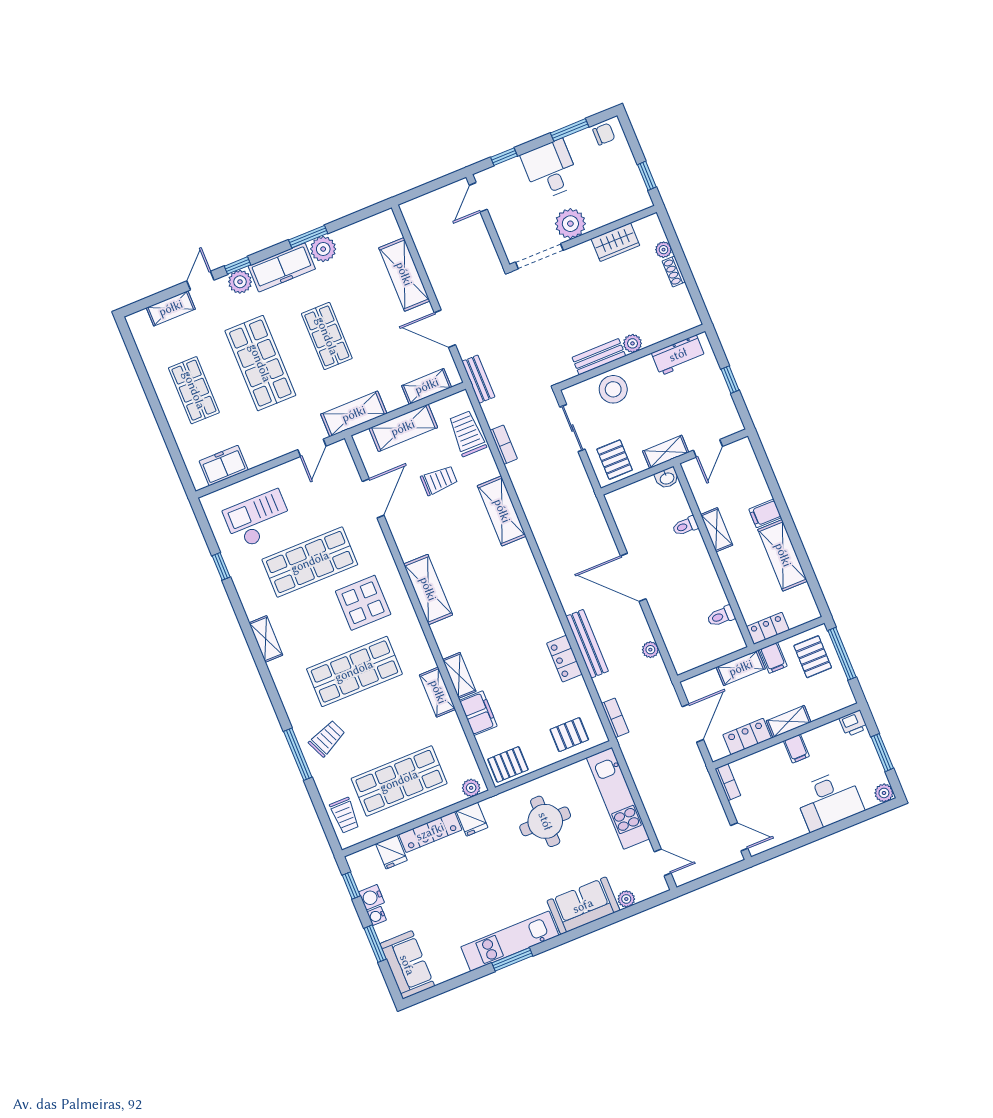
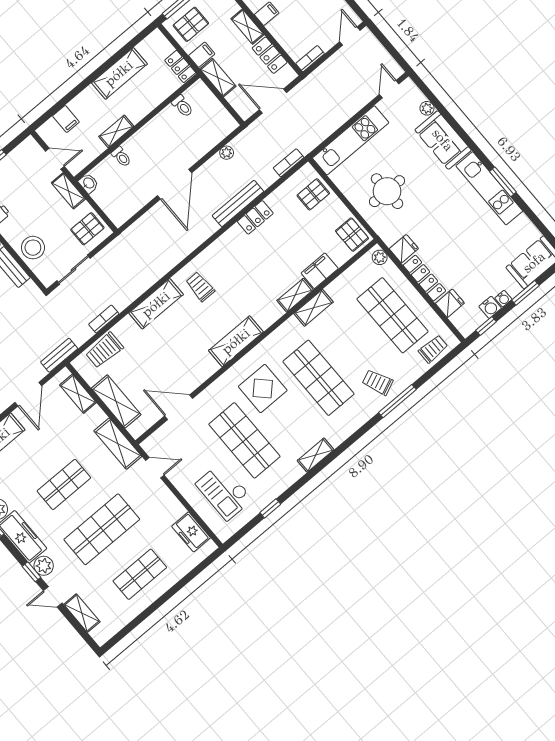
trolley: (439, 480) -> (200, 287), moved
filing cabinet: (765, 513) -> (66, 119), moved
pallet: (569, 735) -> (313, 194), turned 90

